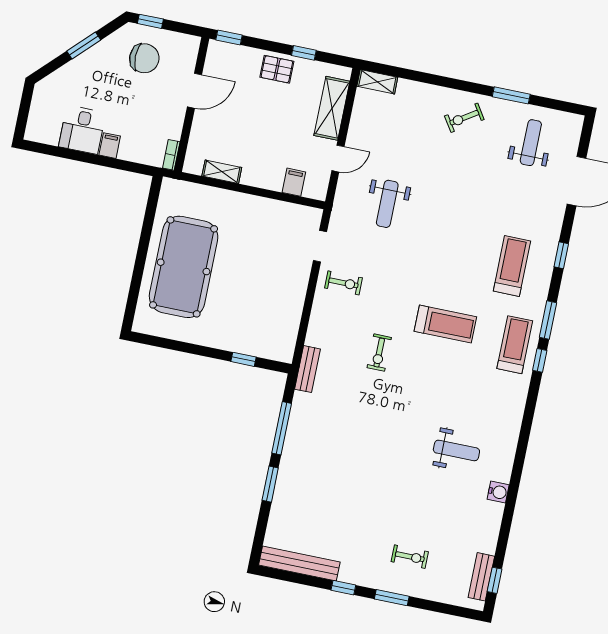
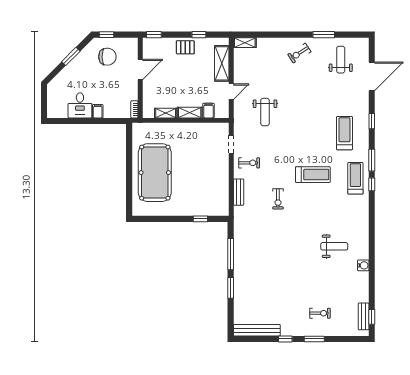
shelving: (262, 179) -> (190, 113), added
bench: (308, 369) -> (239, 192), moved

